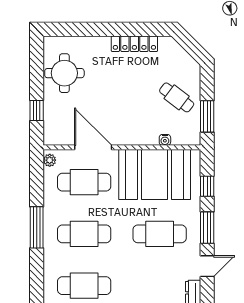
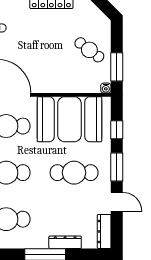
water cooler: (165, 140) -> (106, 88), moved
door: (207, 266) -> (117, 202), hinge flipped

